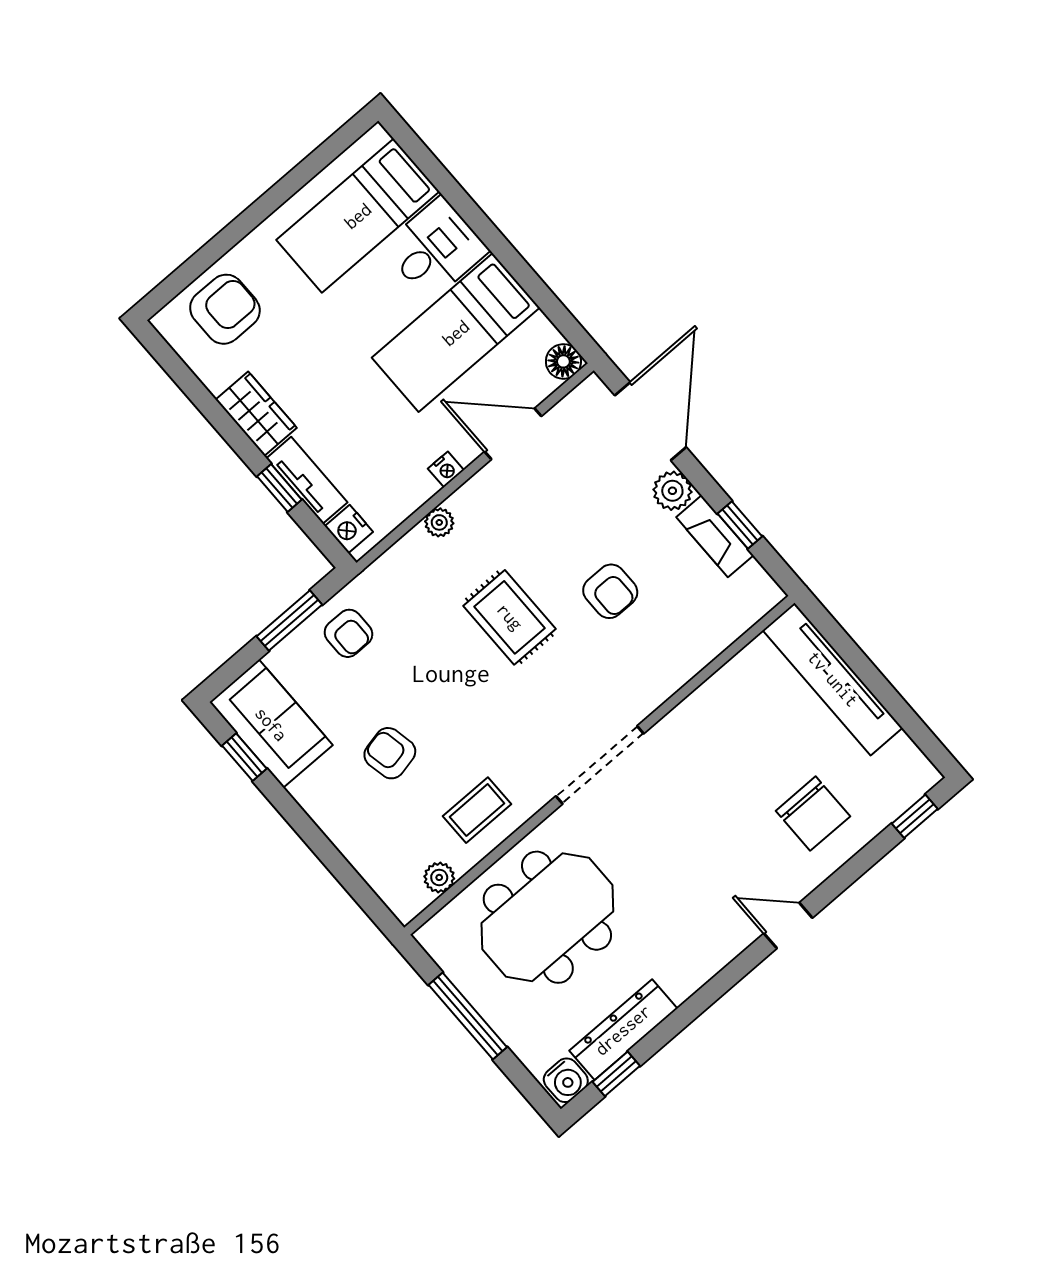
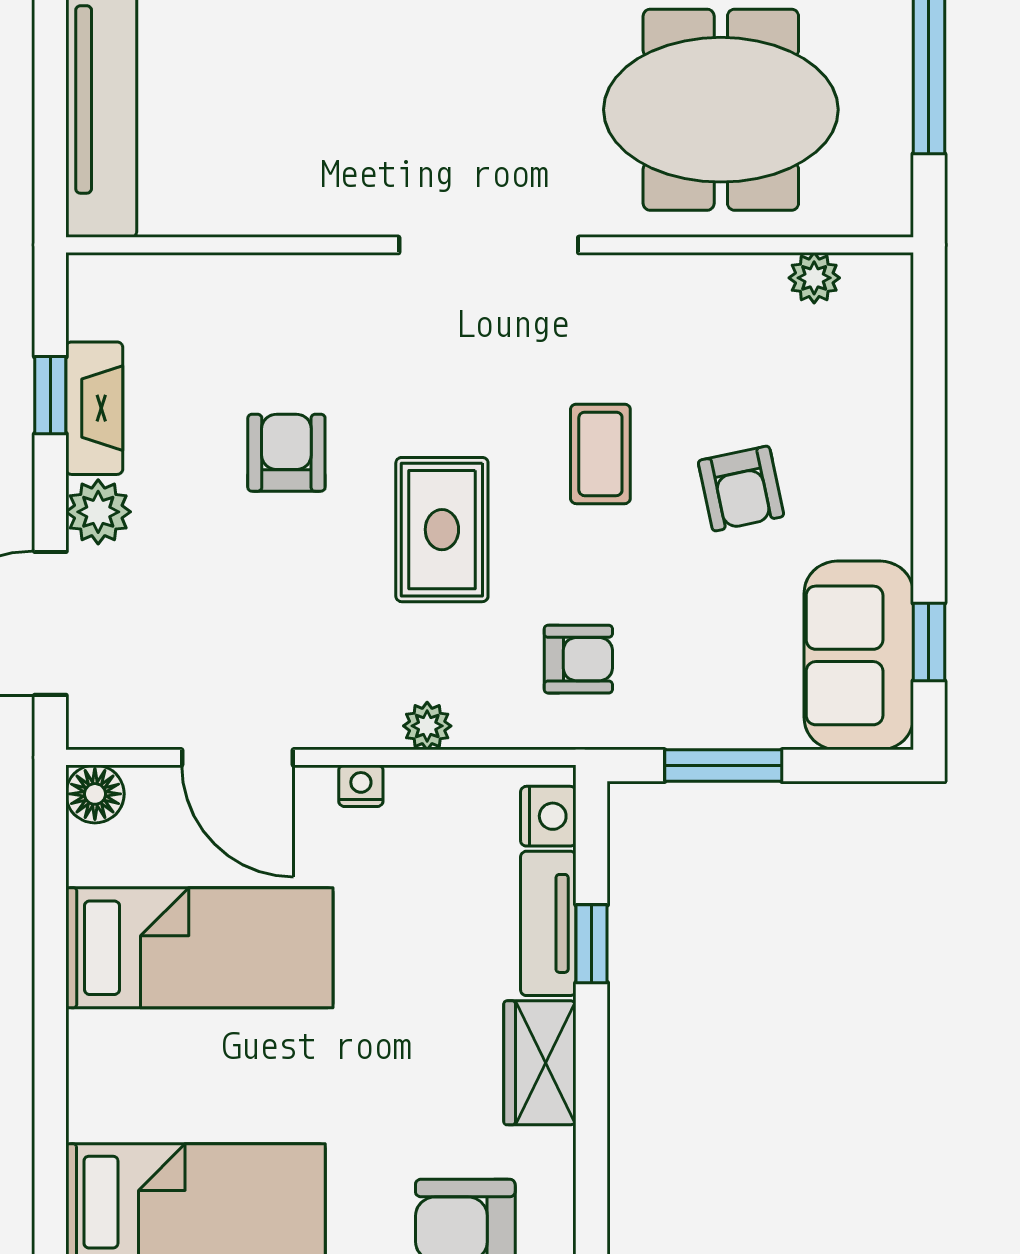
desk: (435, 249) -> (134, 1076), removed
armchair: (348, 633) -> (578, 659), moved, turned 90
coffee table: (477, 810) -> (600, 454), moved, turned 90

